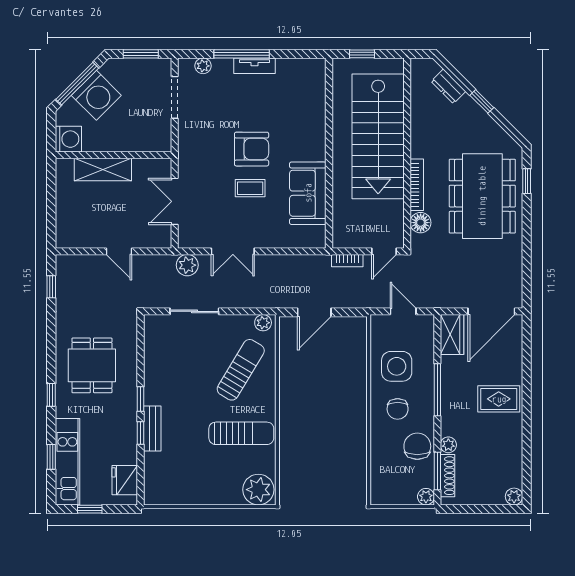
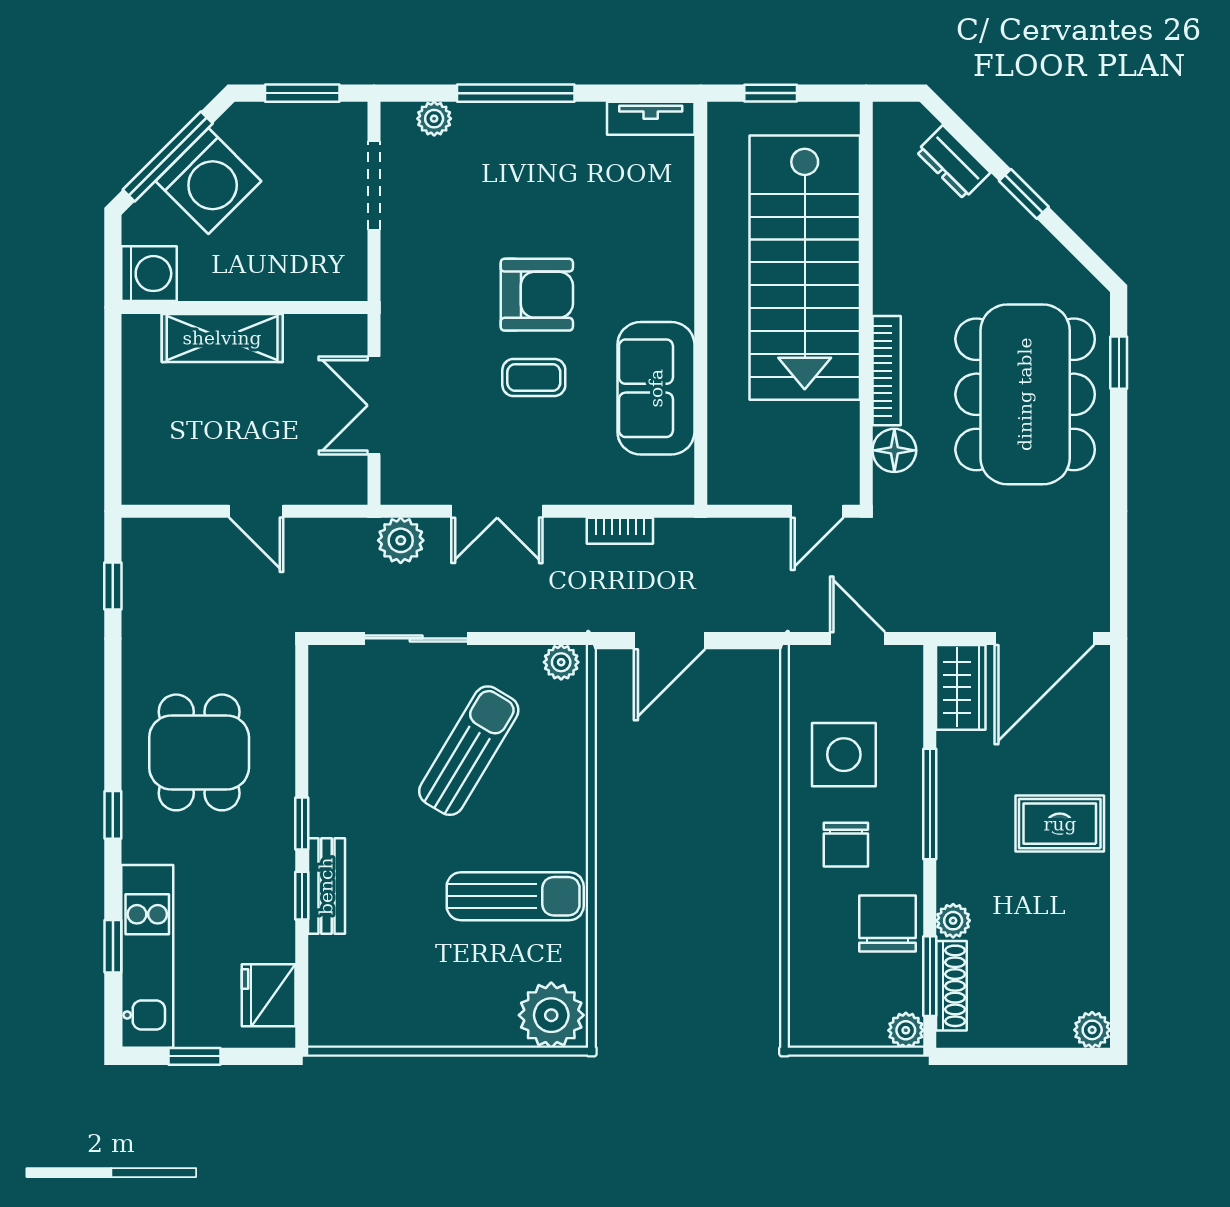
tv unit: (255, 66) -> (651, 118), moved
bookcase: (347, 261) -> (620, 531), moved
sun lounger: (241, 370) -> (469, 751), moved

